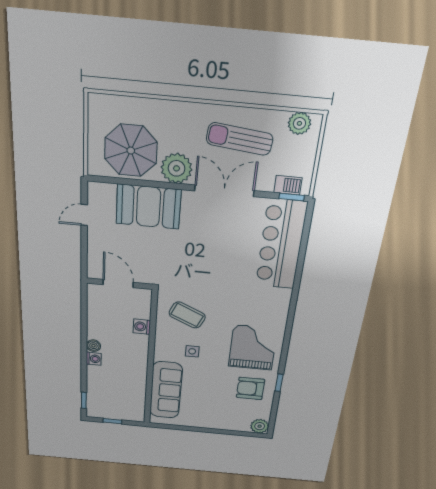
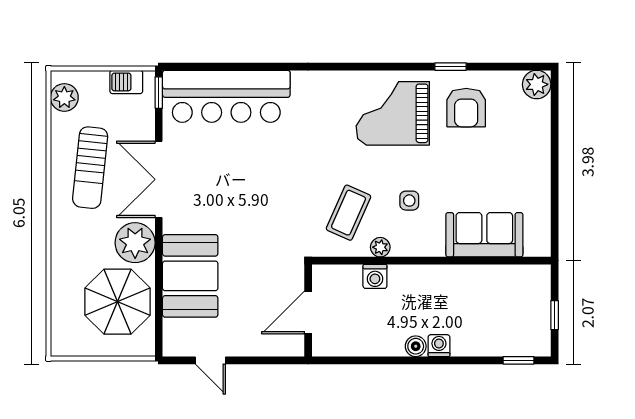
barbecue: (288, 185) -> (126, 82), moved, turned -90
plant: (162, 332) -> (380, 247), added
sofa: (166, 390) -> (484, 235), width x0.73

